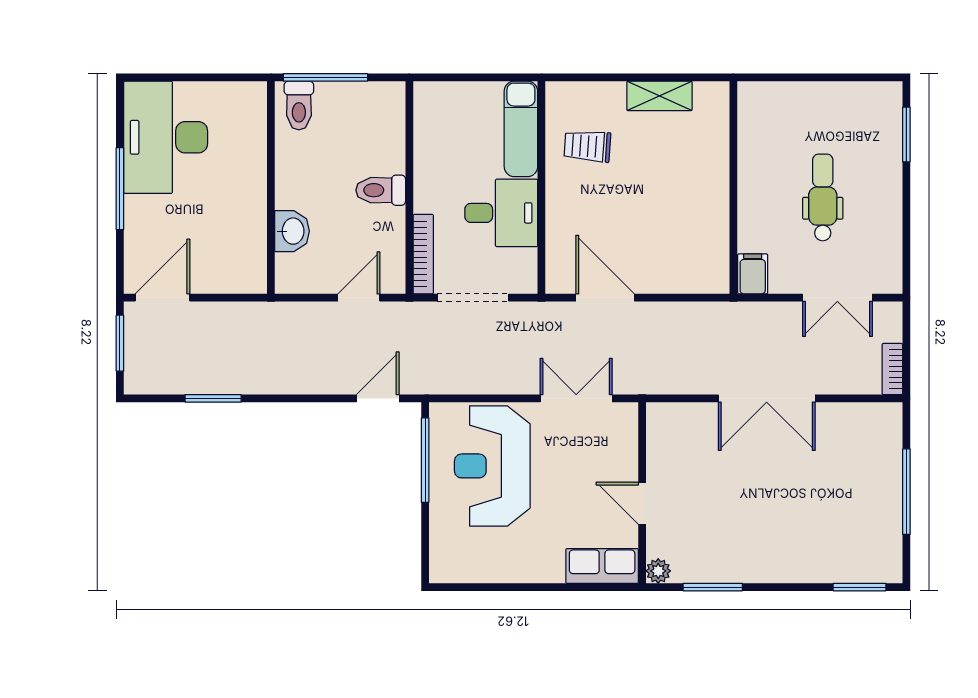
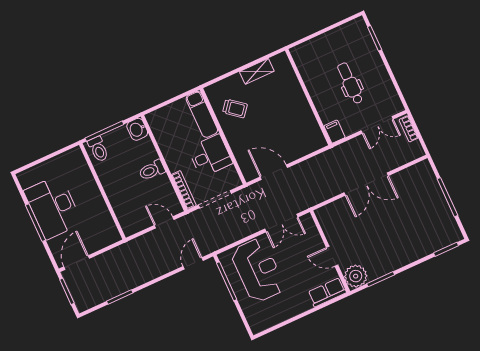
desk: (166, 137) -> (53, 207), moved
trolley: (587, 146) -> (235, 108), turned -145
washbasin: (292, 231) -> (137, 129), moved, turned 180
door: (359, 298) -> (164, 222), hinge flipped
bookcase: (892, 369) -> (409, 129), moved
double door: (576, 398) -> (281, 223), swing flipped
reception desk: (492, 466) -> (258, 270), turned 180
plant: (658, 571) -> (356, 276), width x1.88, depth x1.88

